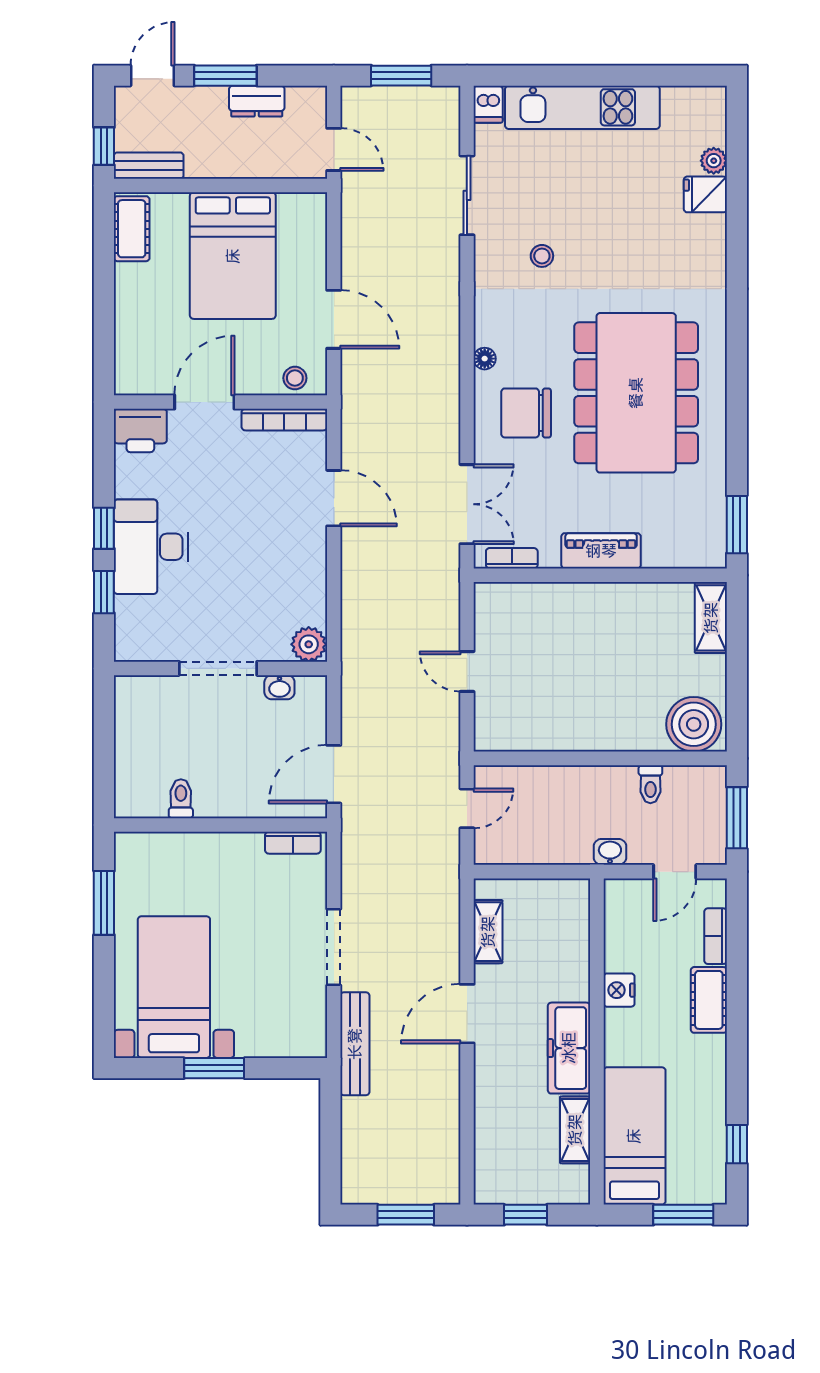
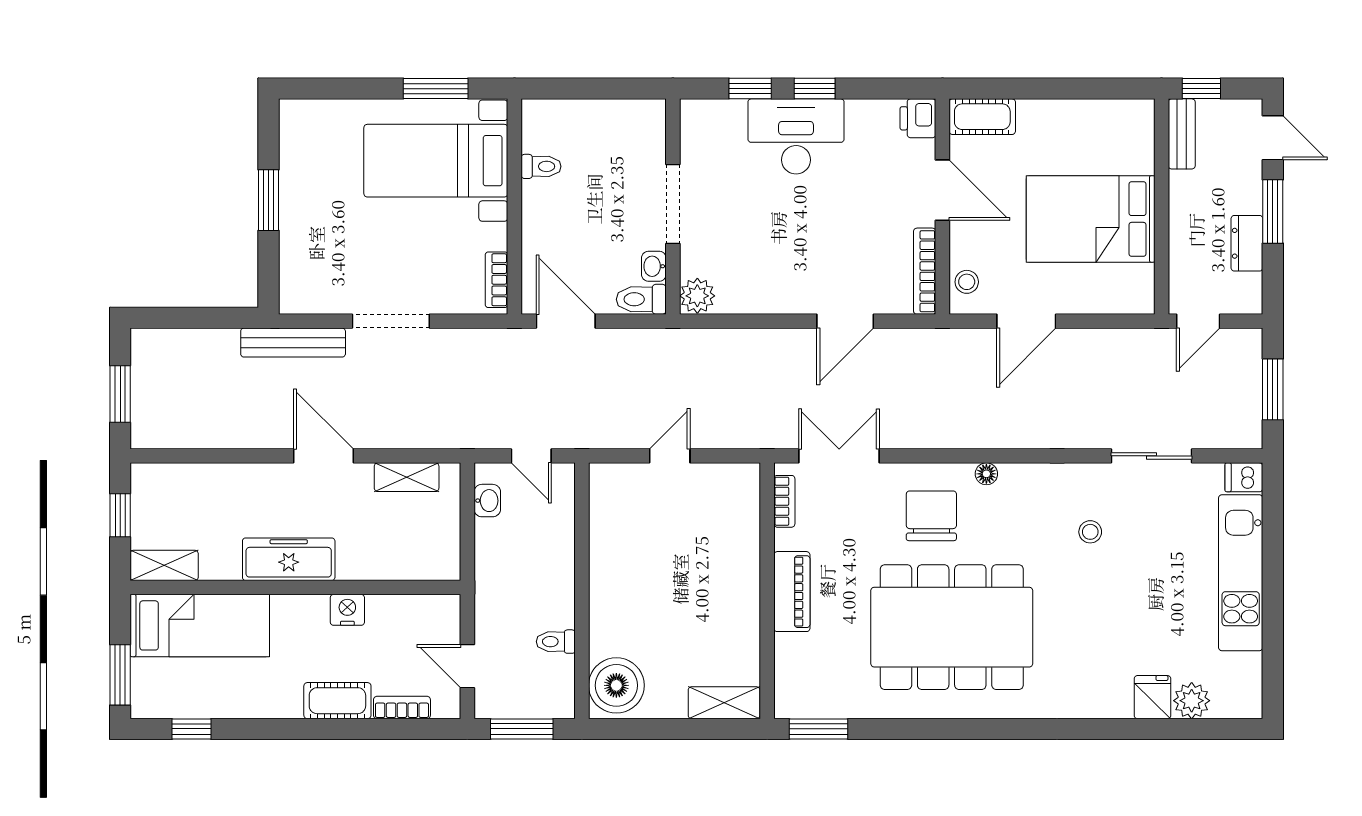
plant: (714, 161) -> (1192, 701), width x1.38, depth x1.38
cot: (132, 229) -> (982, 117), moved
printer: (140, 430) -> (918, 118), width x0.73, depth x0.81
double door: (467, 504) -> (839, 456), swing flipped
toilet: (312, 700) -> (641, 299), added
washbasin: (610, 852) -> (487, 501), moved
bed with nightstands: (174, 987) -> (436, 161), moved, turned 180
shelving: (575, 1130) -> (164, 565), moved

